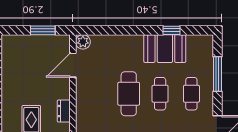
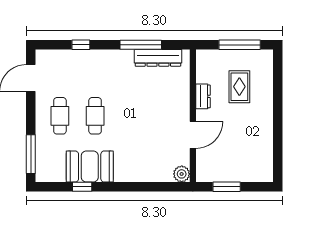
door: (73, 65) -> (193, 135), moved
window: (217, 74) -> (31, 154), moved
cafe table: (129, 94) -> (130, 116), removed

